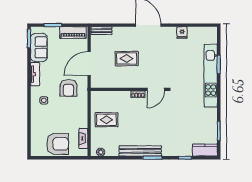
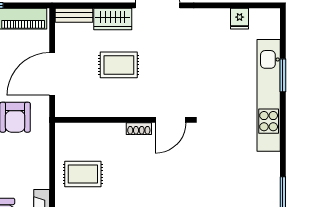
wardrobe: (123, 33) -> (113, 19), added
fridge: (182, 33) -> (240, 19), moved

